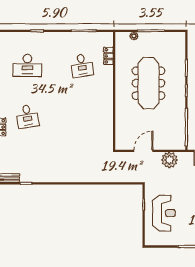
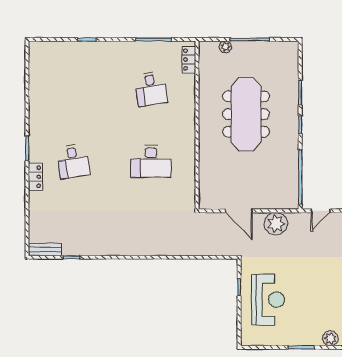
locker: (108, 56) -> (189, 60), moved
desk: (27, 65) -> (151, 161), moved
door: (143, 151) -> (239, 211), swing flipped

